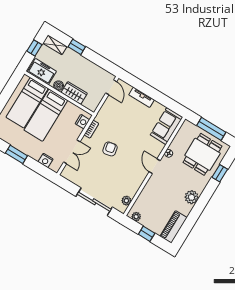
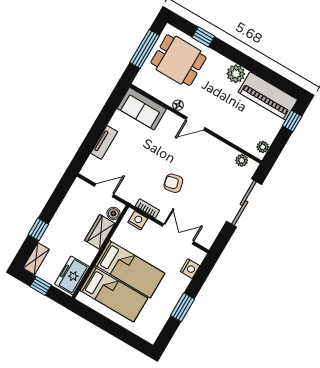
boiler: (59, 86) -> (113, 213), moved
door: (111, 87) -> (104, 190), moved
piano: (174, 227) -> (268, 96), width x1.37, depth x1.33
window: (147, 234) -> (292, 121), moved

